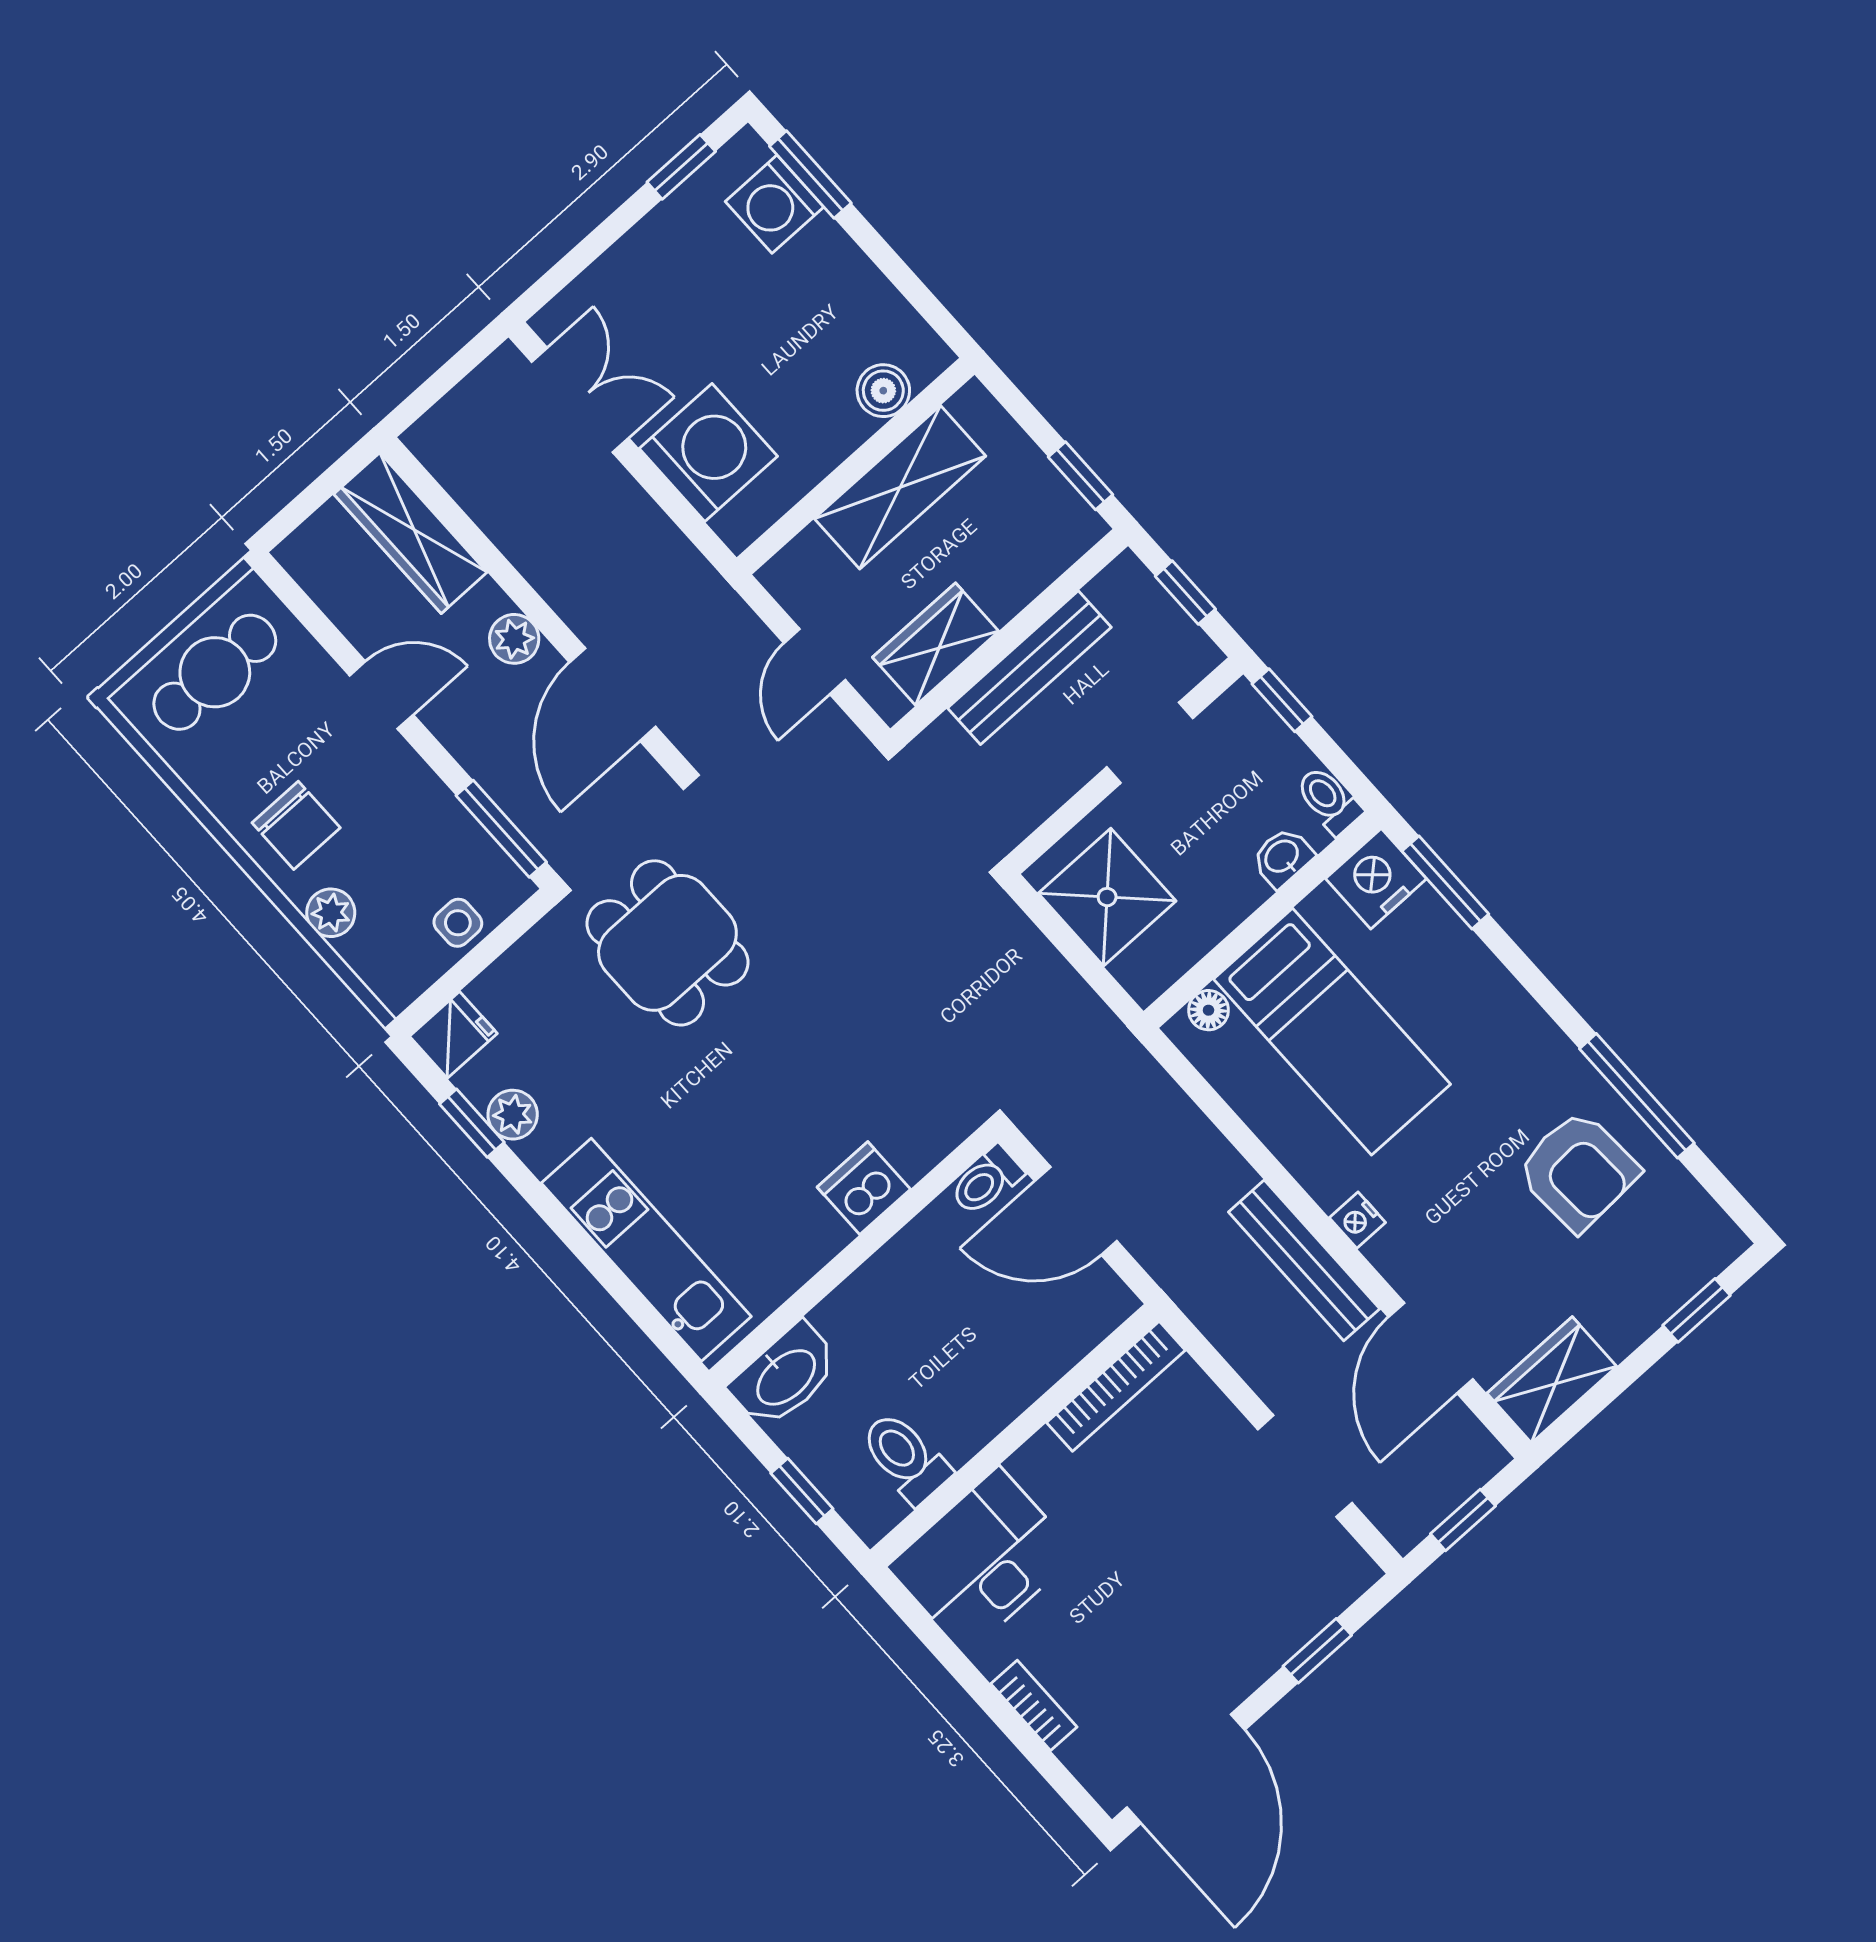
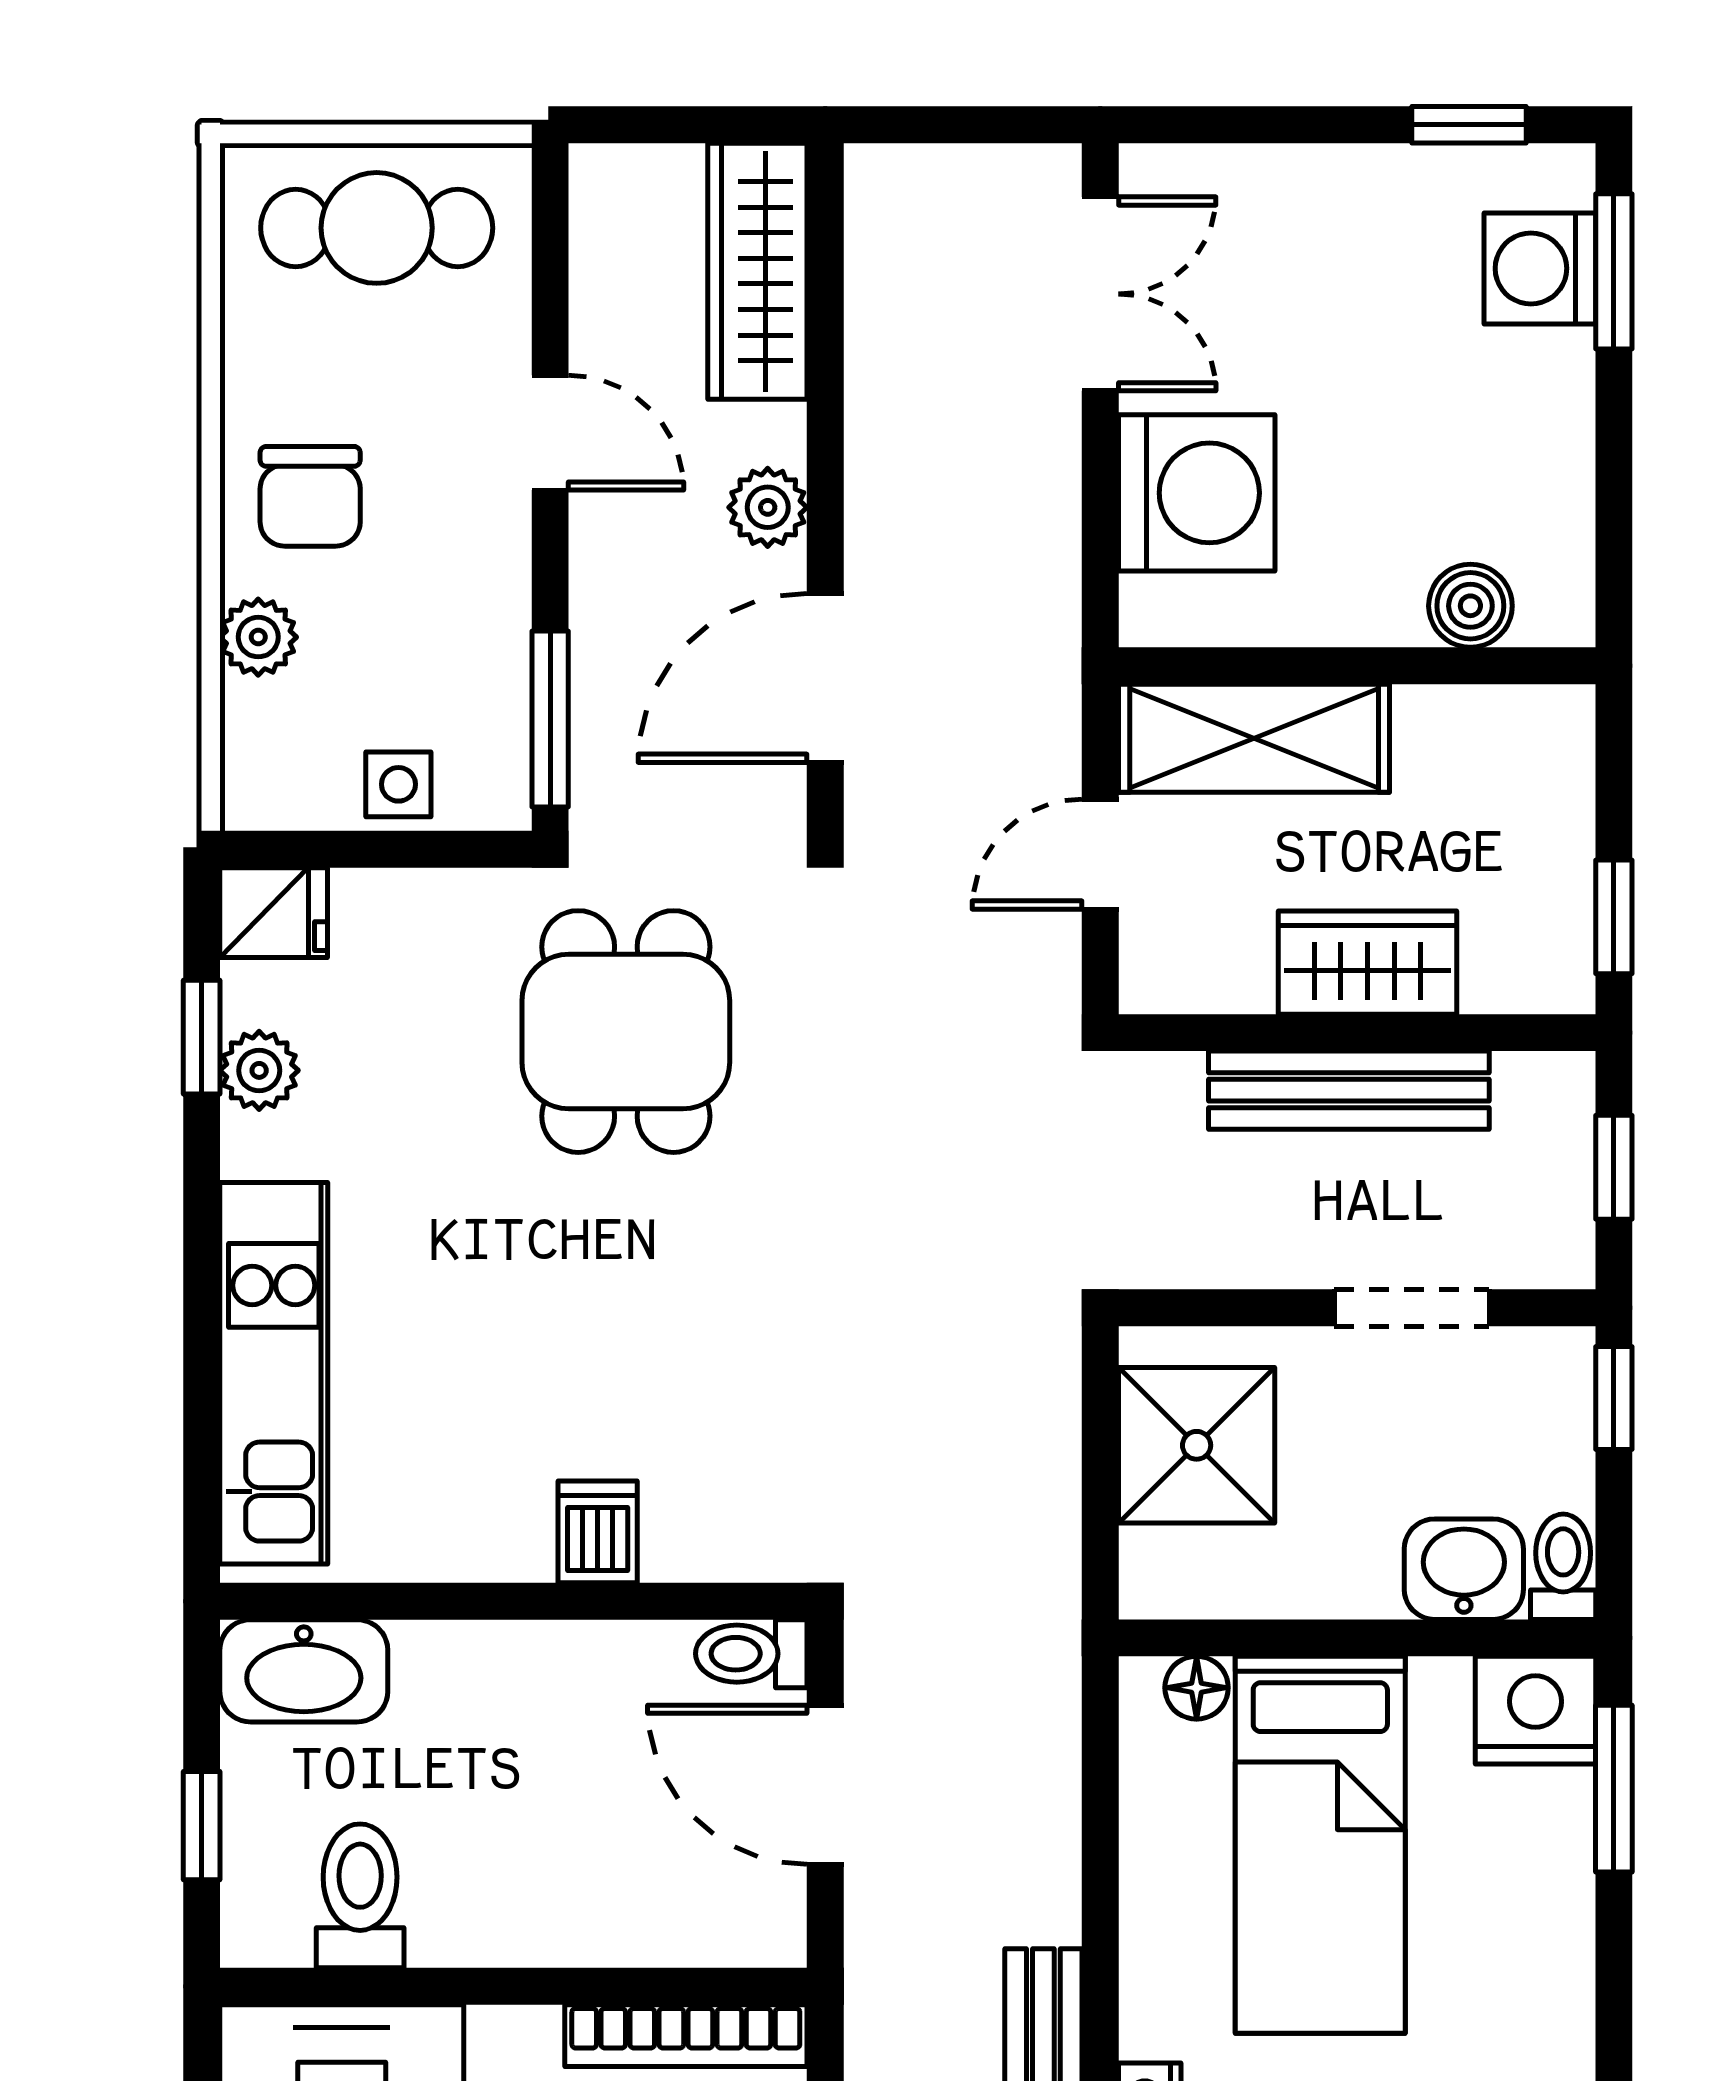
shelving: (900, 487) -> (1254, 738), moved
wardrobe: (936, 644) -> (1368, 963), moved
washbasin: (1282, 857) -> (1464, 1569), width x1.38, depth x1.45
dishwasher: (864, 1188) -> (598, 1532), width x0.73

